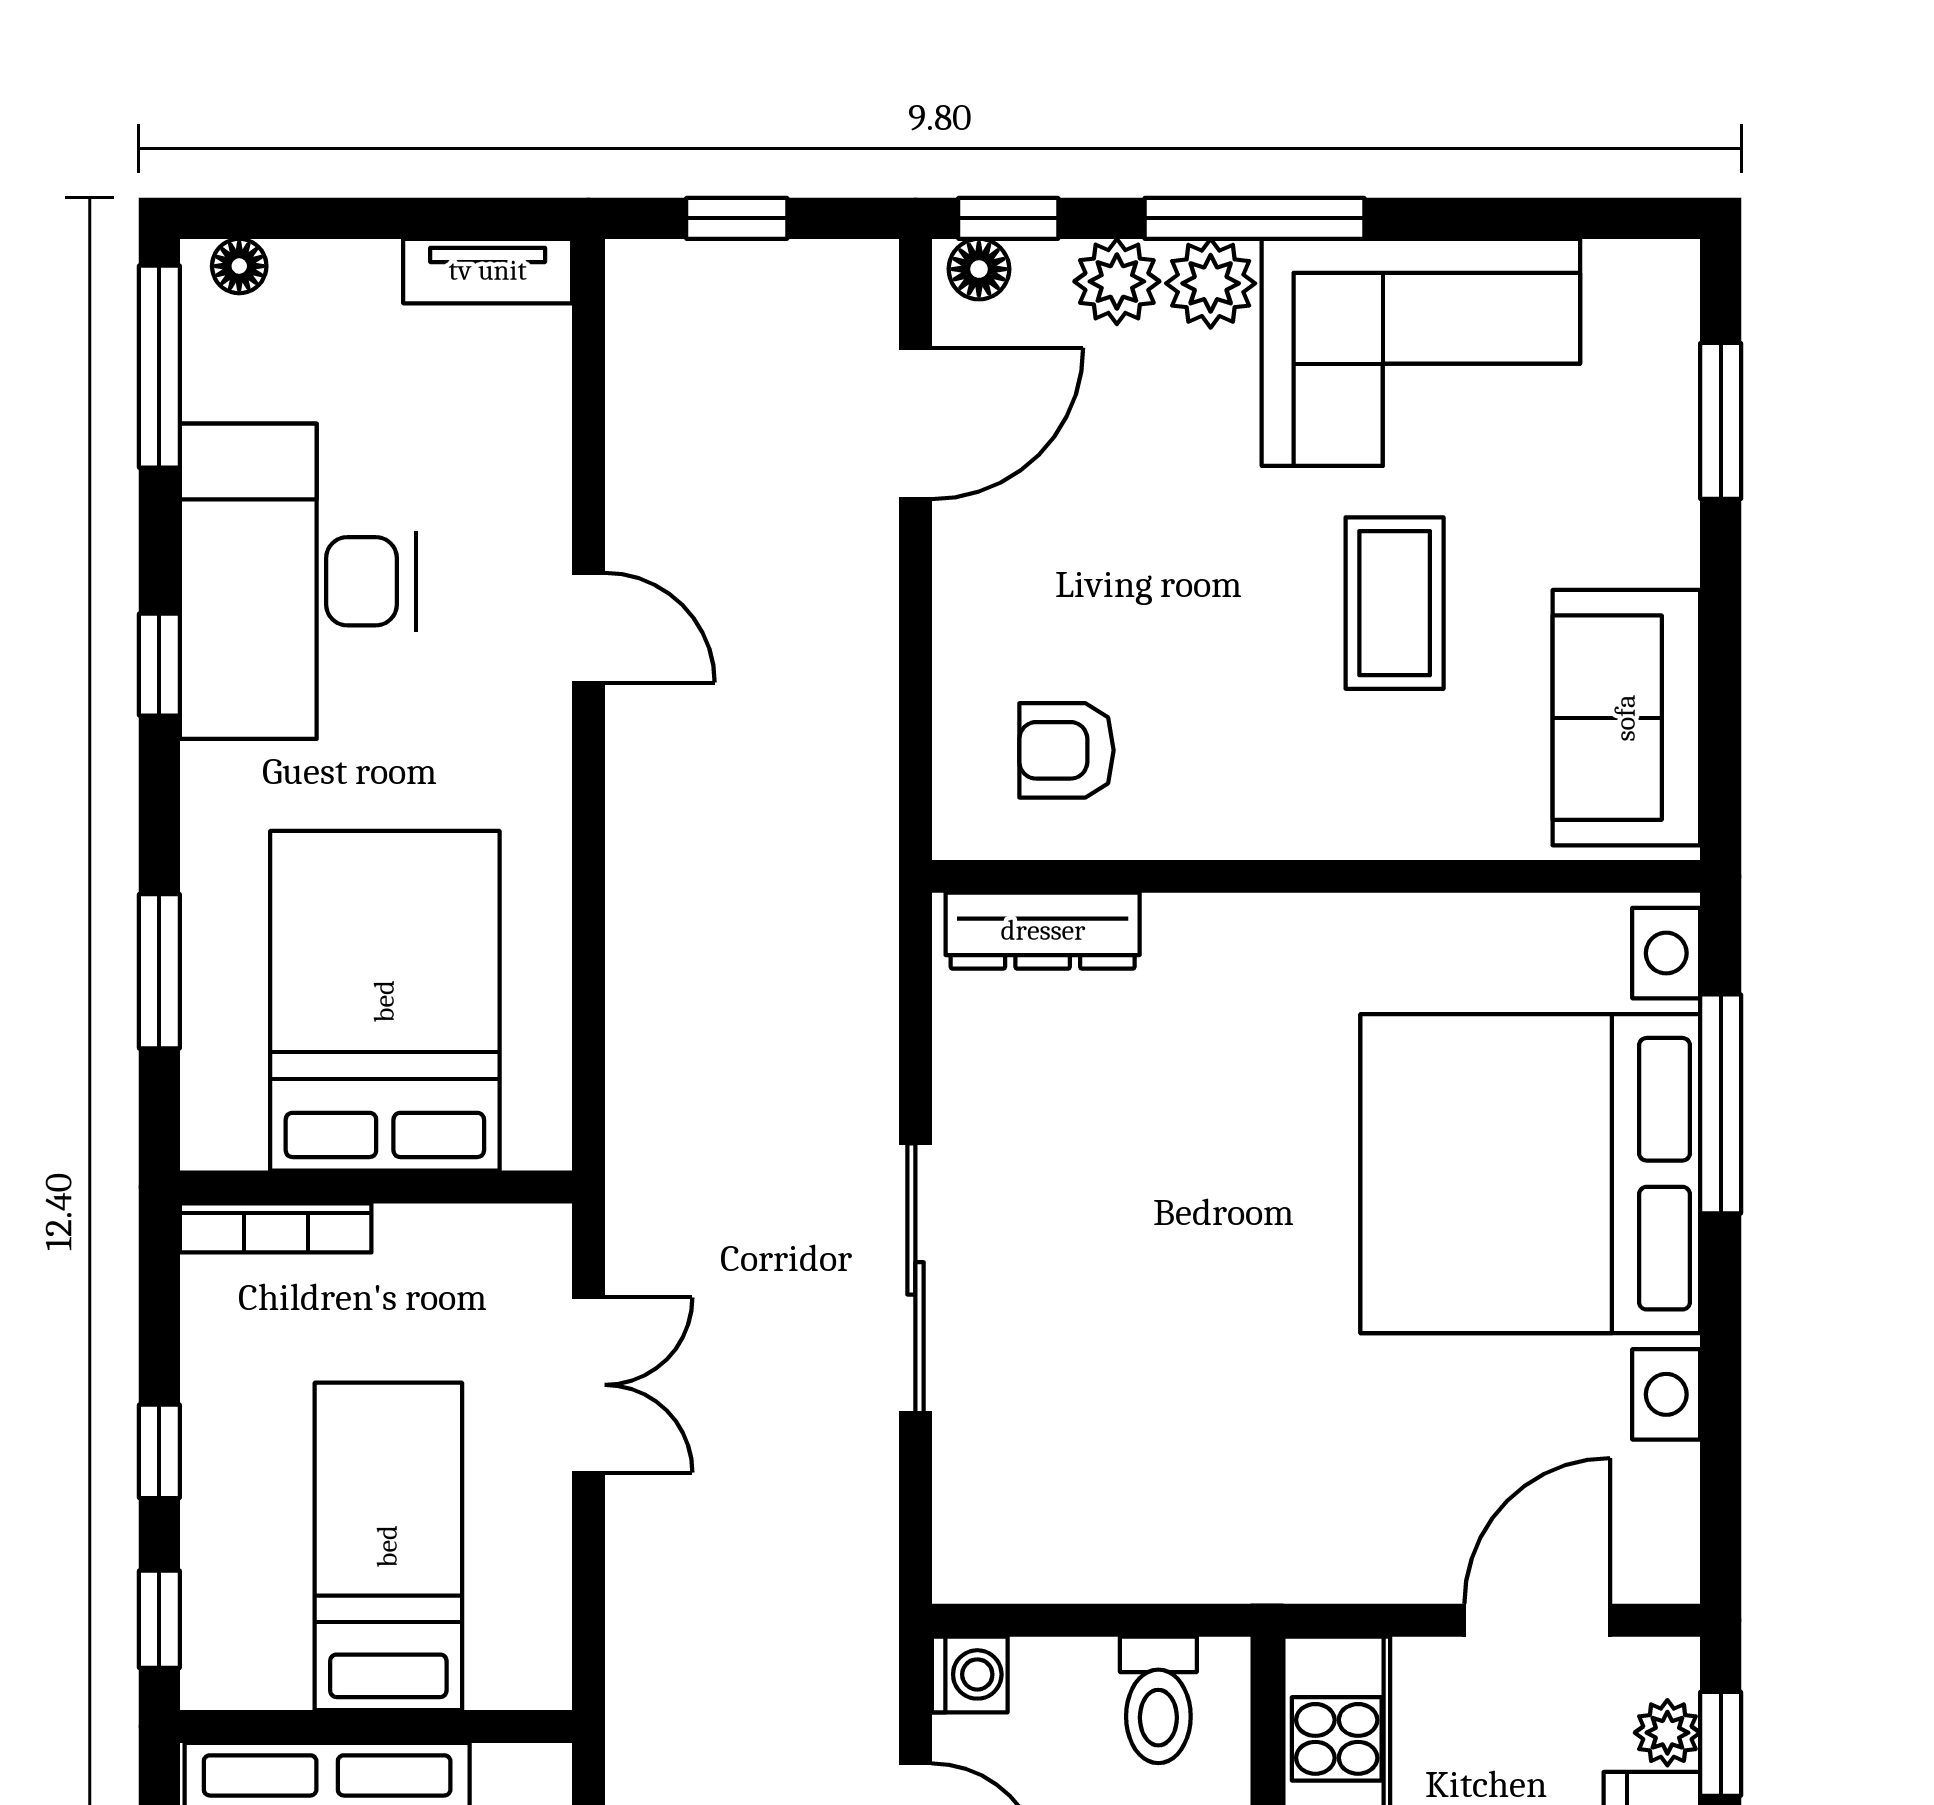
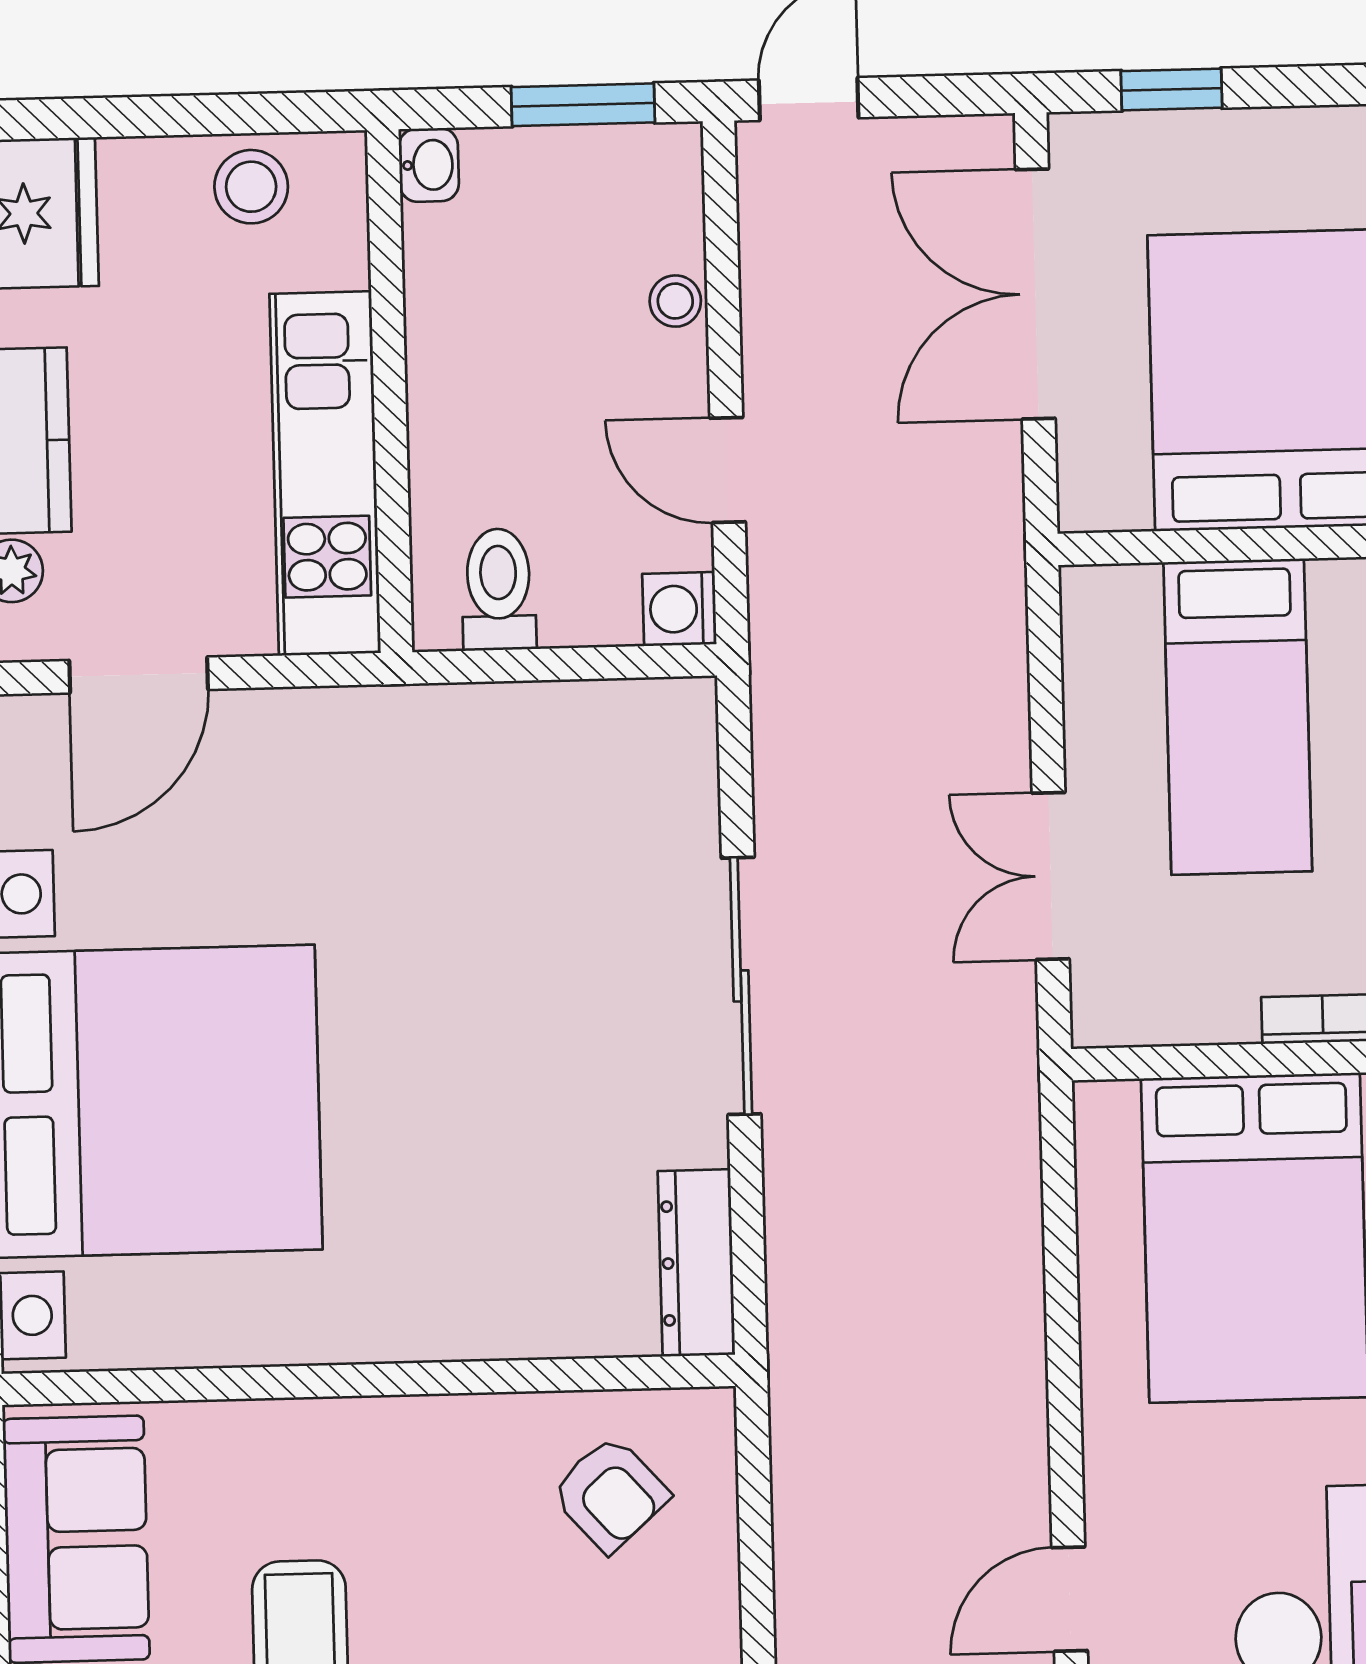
door: (588, 628) -> (1070, 1599), hinge flipped
armchair: (1067, 750) -> (610, 1494), turned 48
dresser: (1043, 931) -> (696, 1263), moved, turned -90

